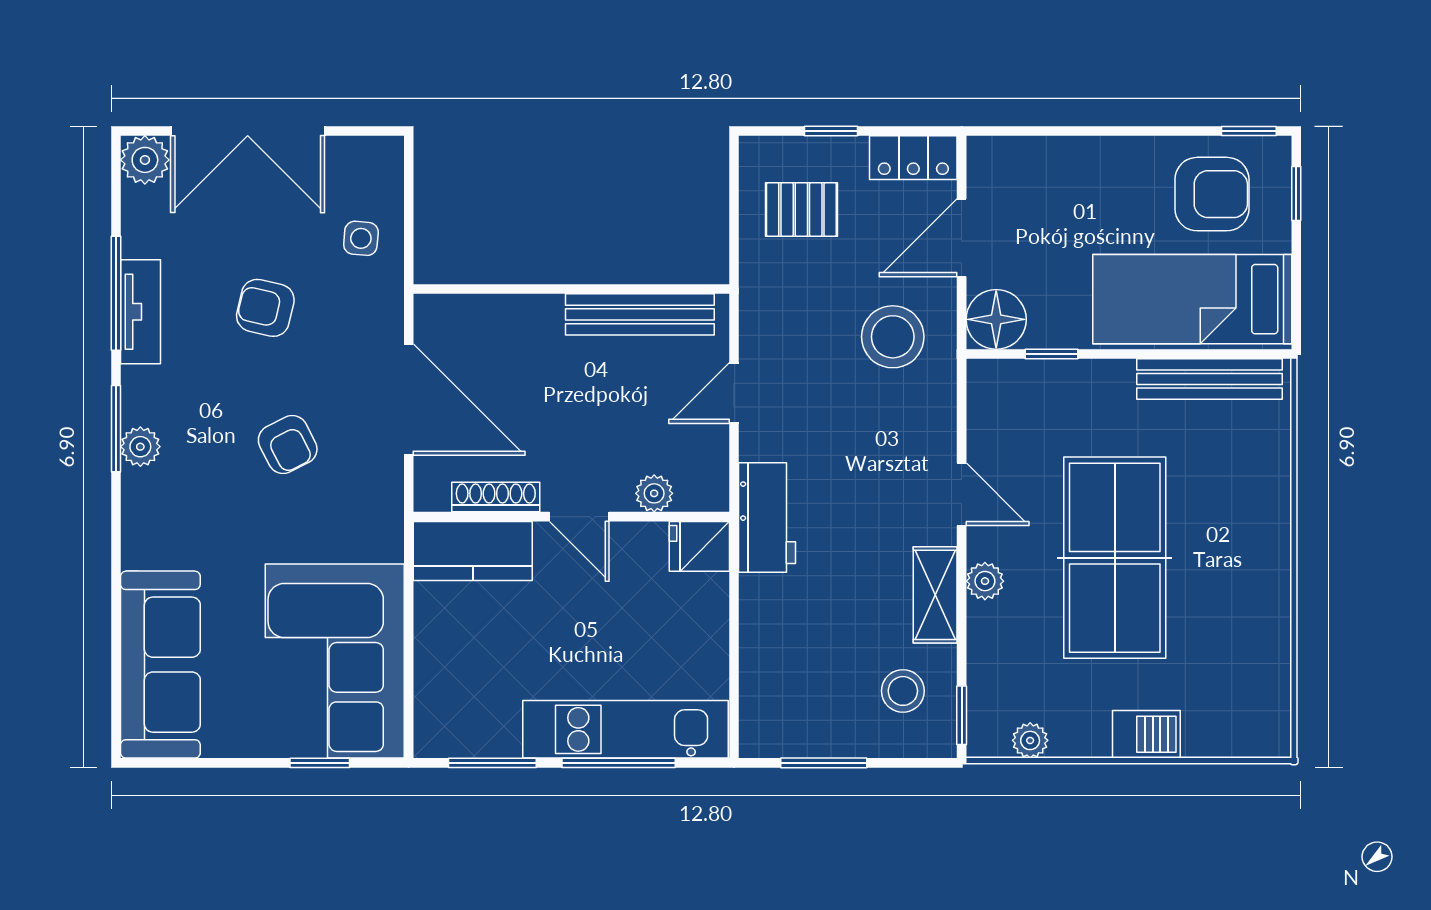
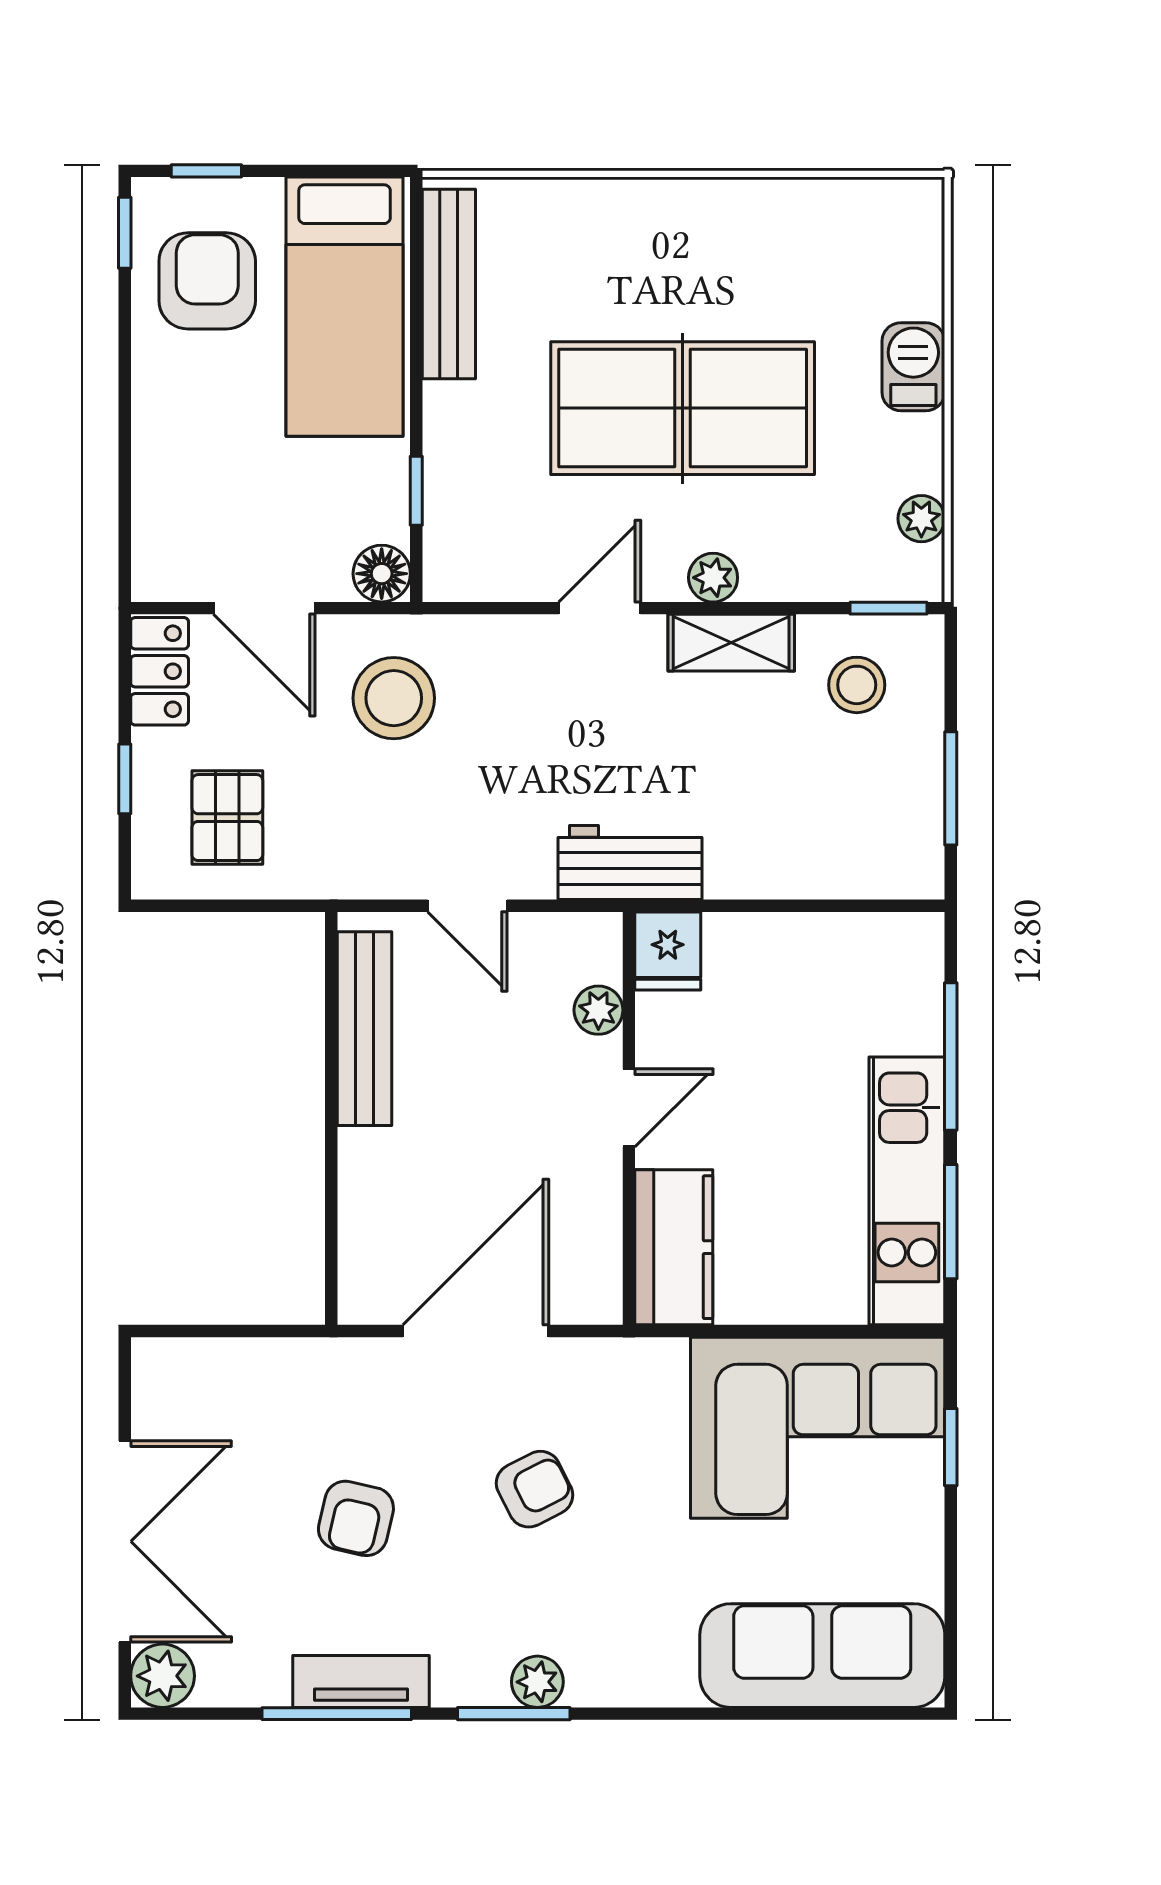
side table: (361, 238) -> (265, 1393), removed
floor lamp: (996, 319) -> (382, 574), width x0.73, depth x0.73
shoe rack: (496, 497) -> (603, 1217), removed
kitchen unit: (625, 729) -> (907, 1191), moved

